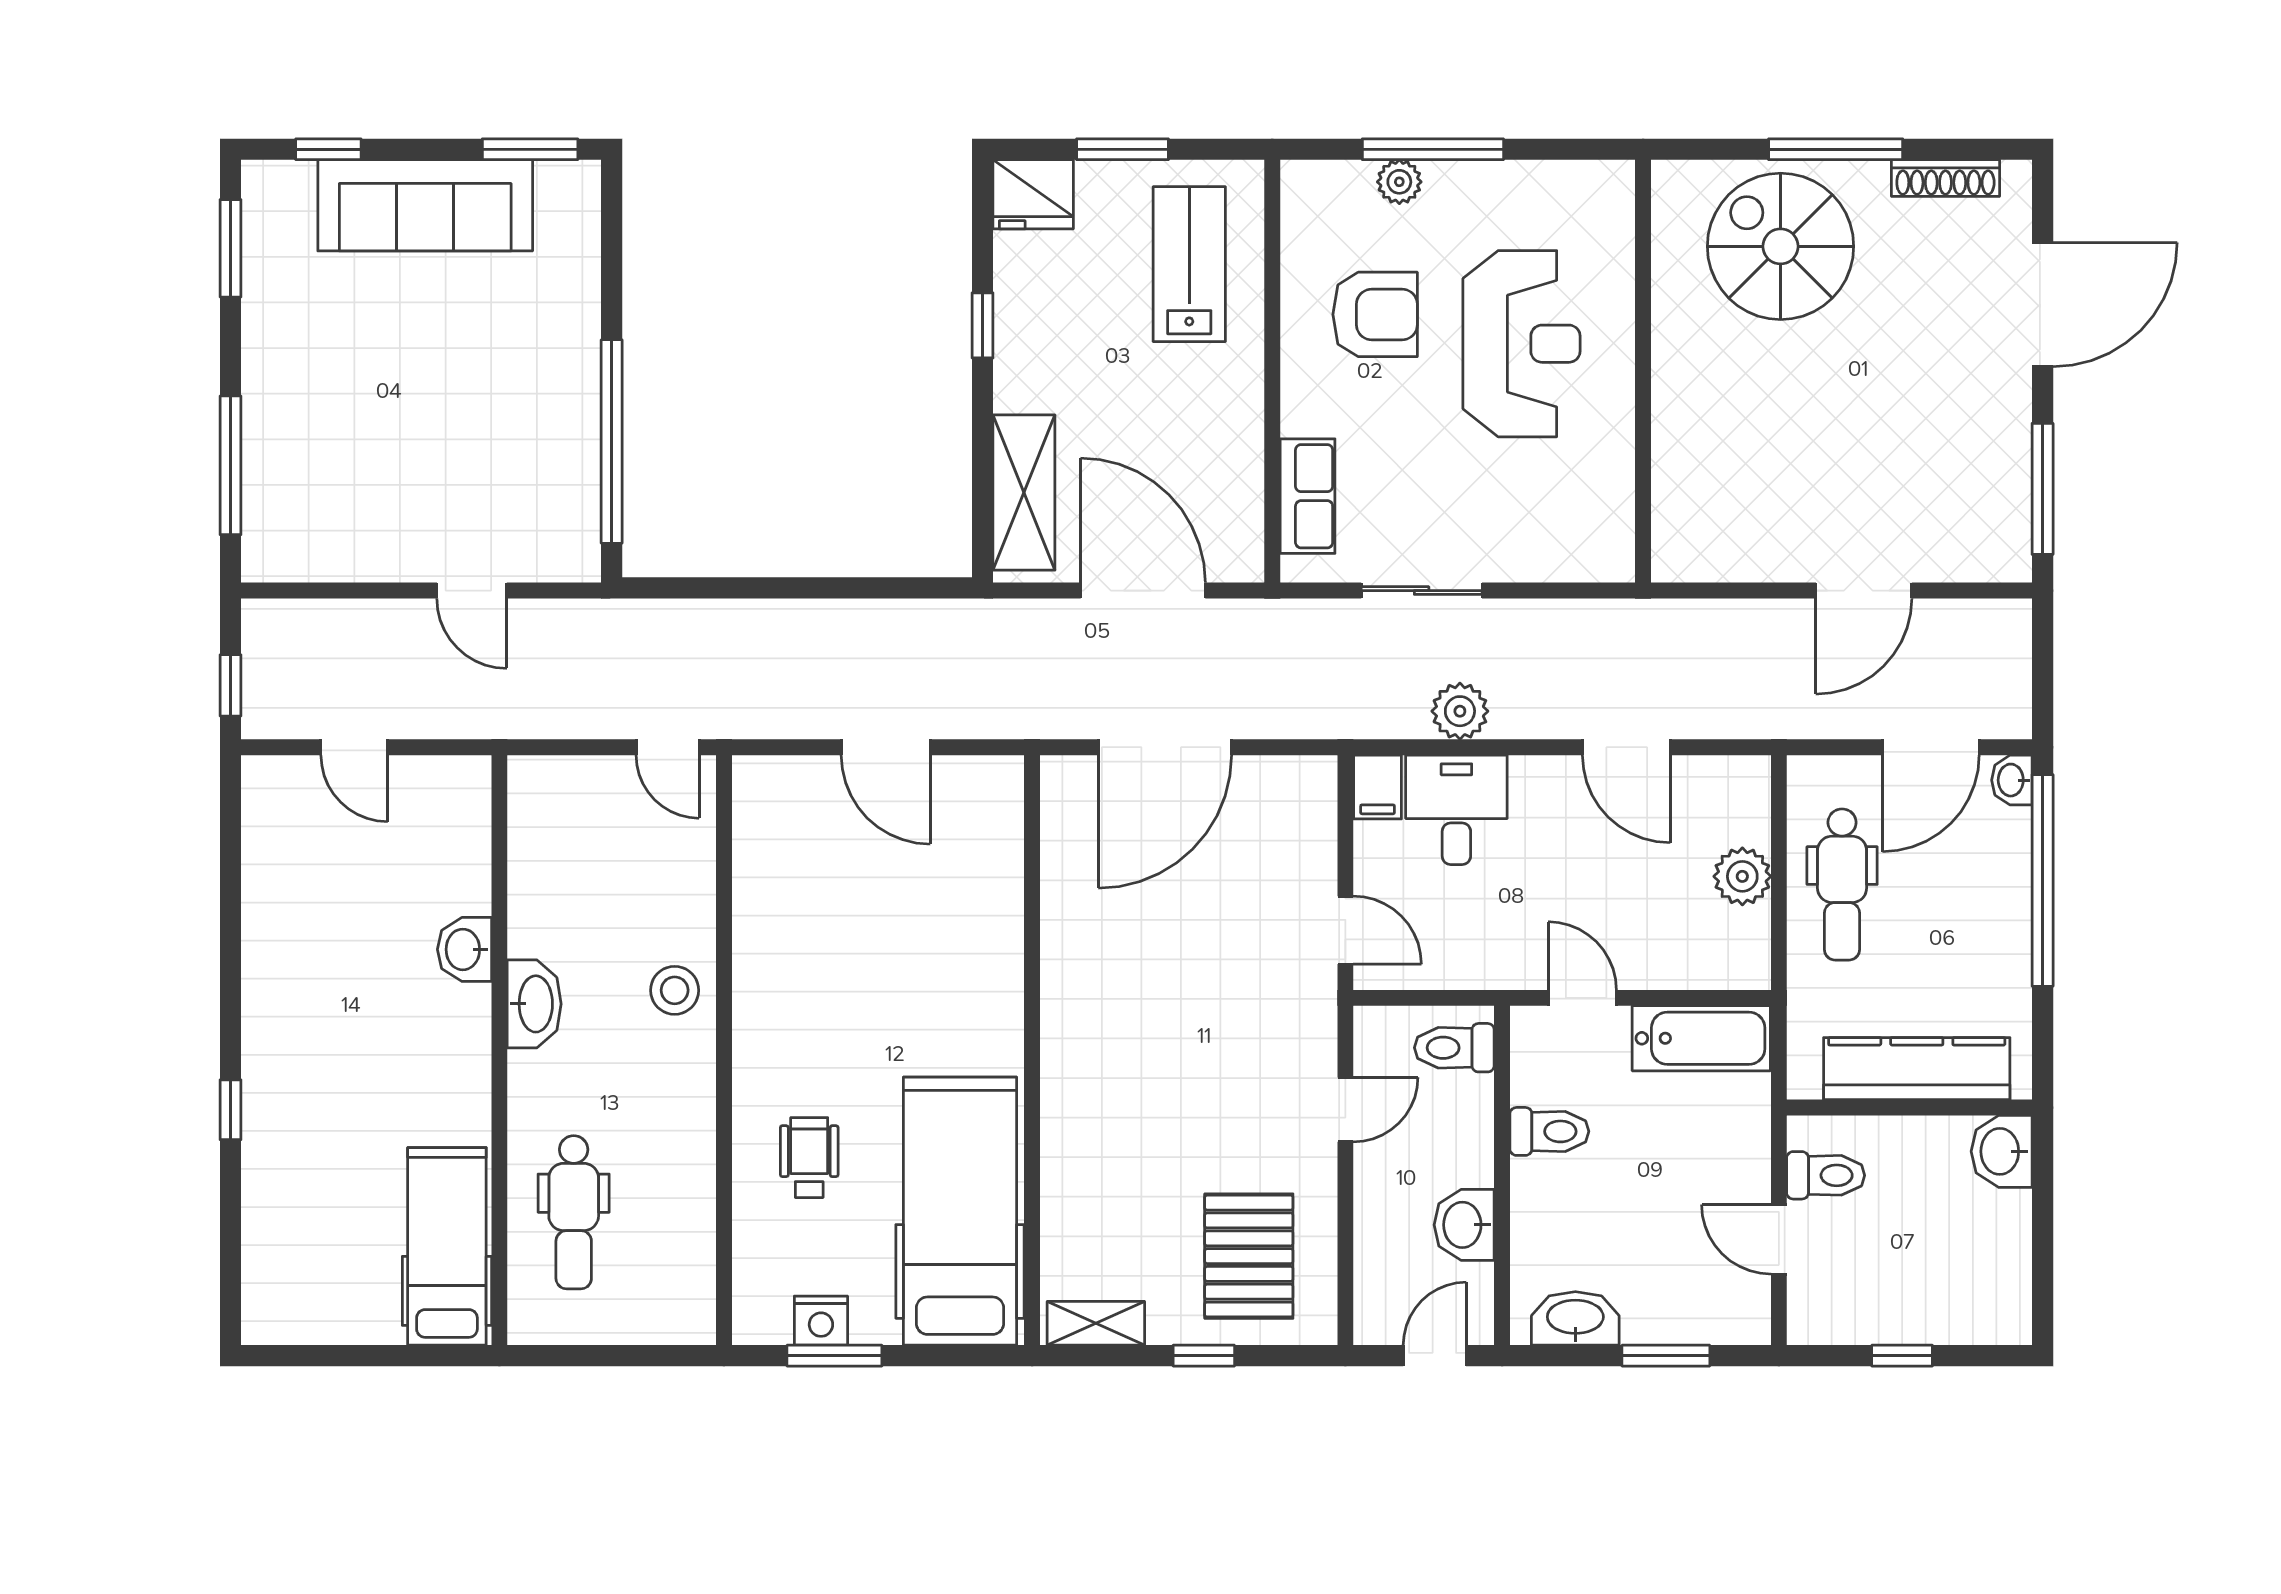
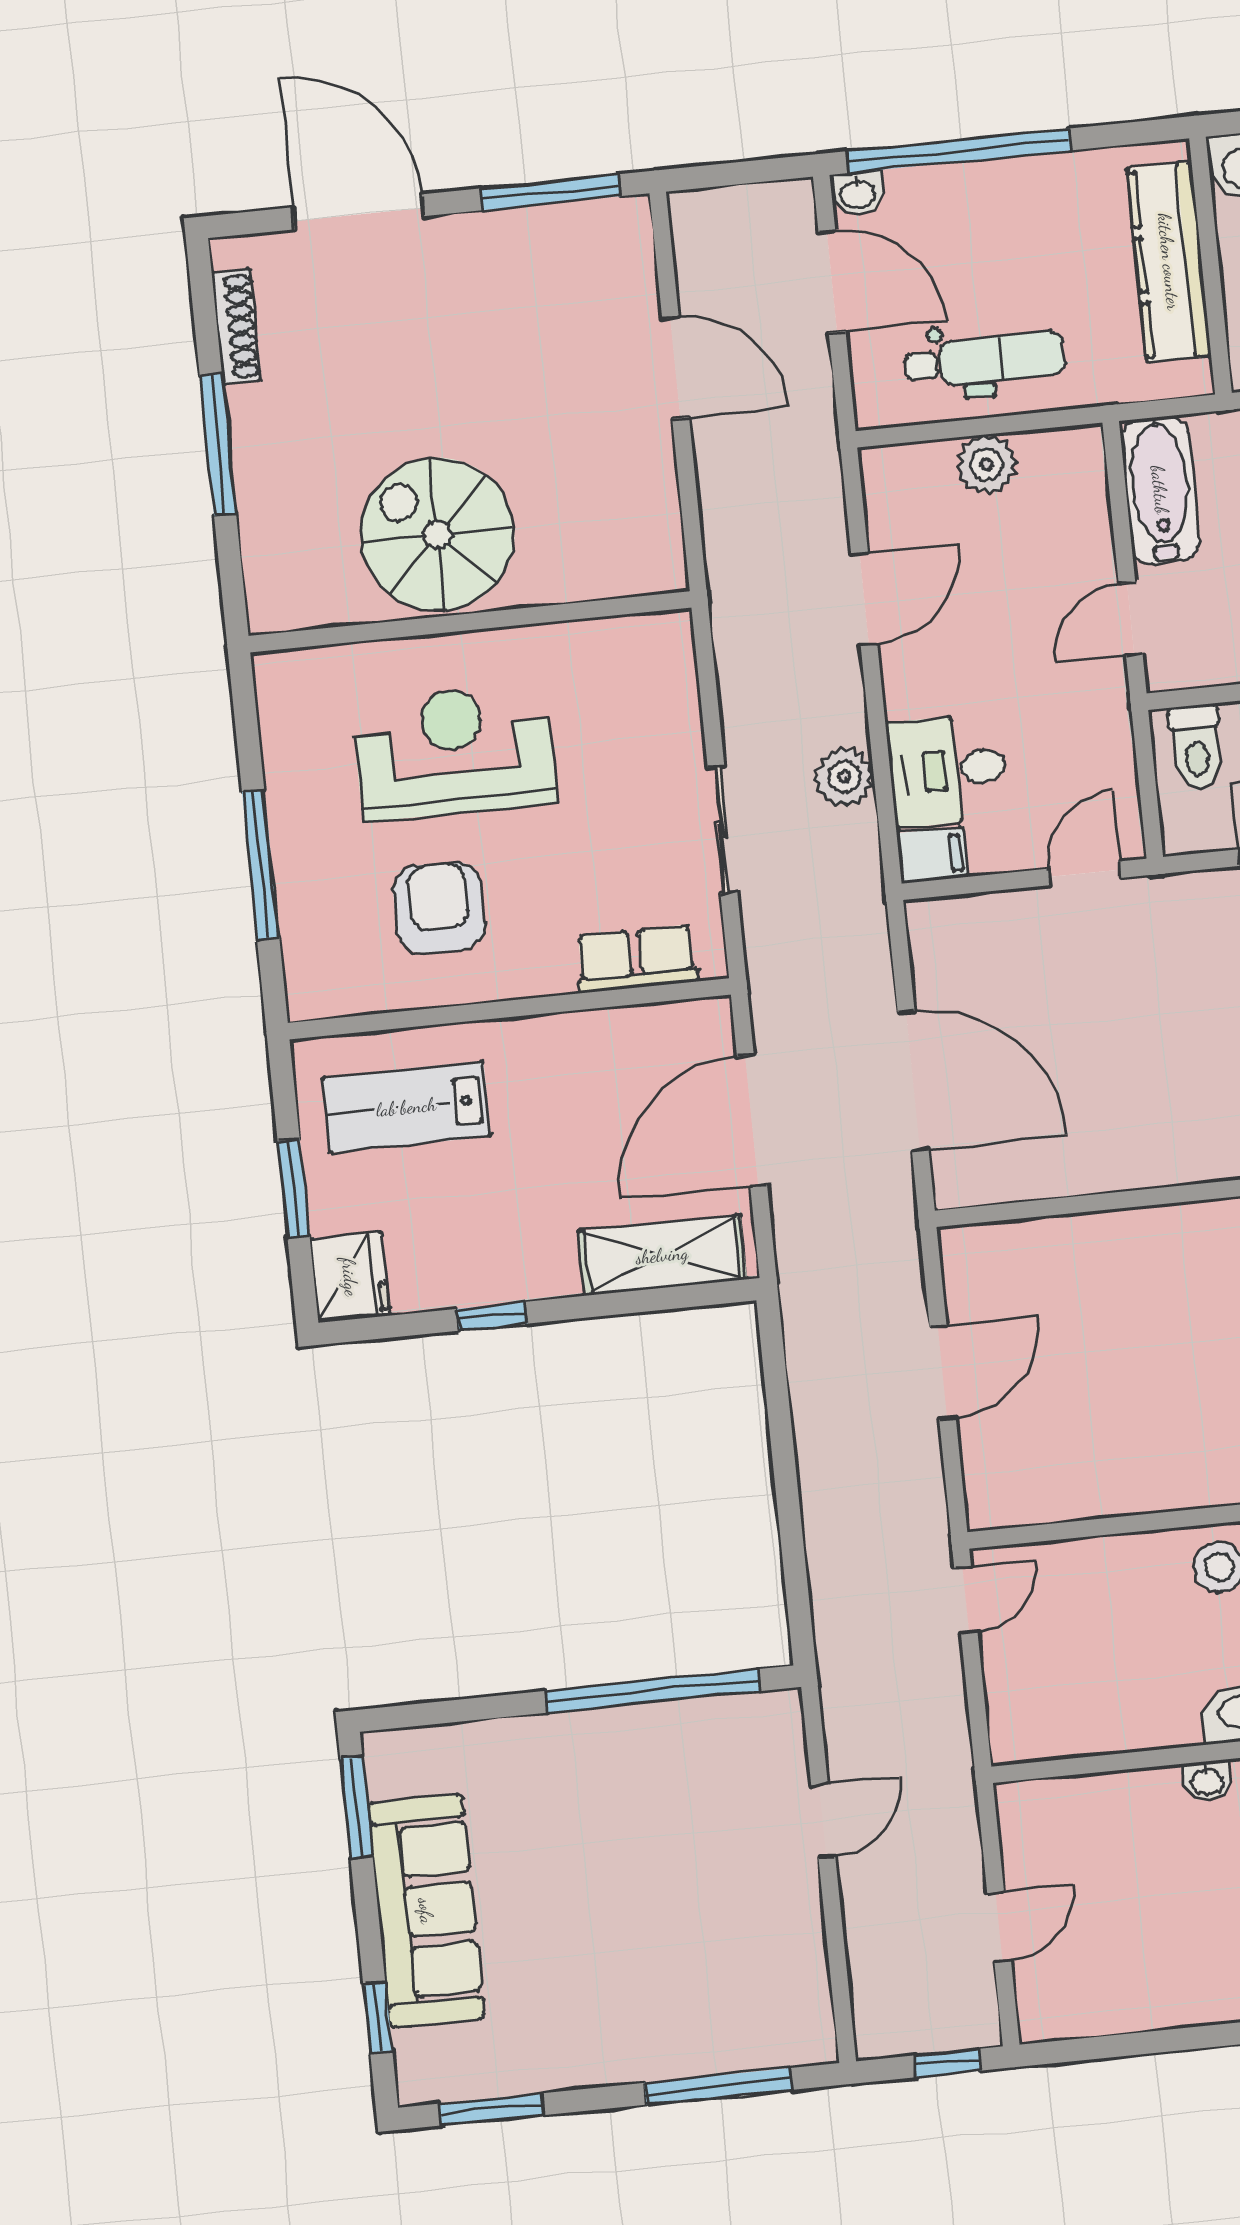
plant: (1399, 182) -> (298, 896), removed
spiral stairs: (1781, 246) -> (438, 534), moved, turned 90
washbasin: (464, 949) -> (1207, 1781), width x0.72, depth x0.69

